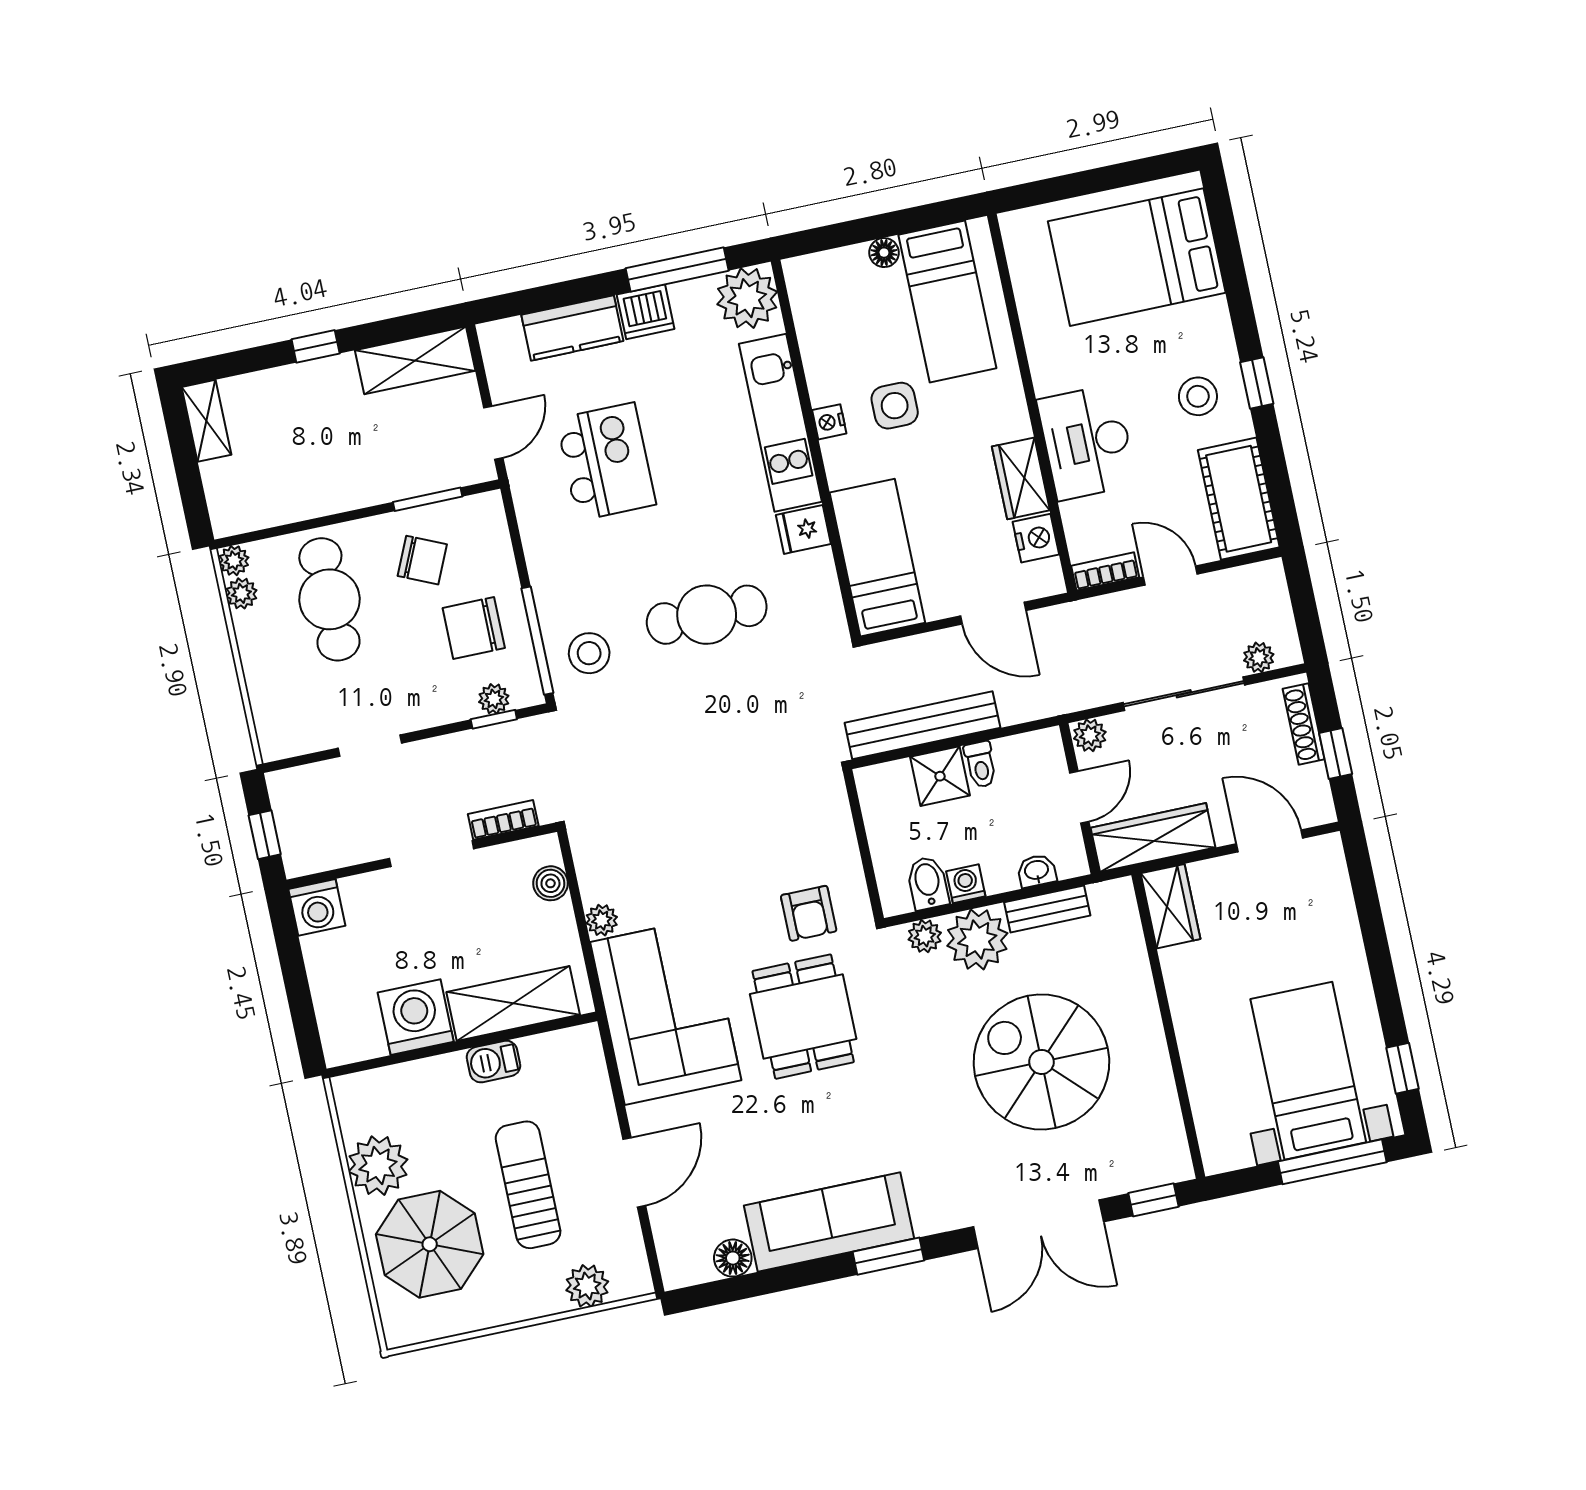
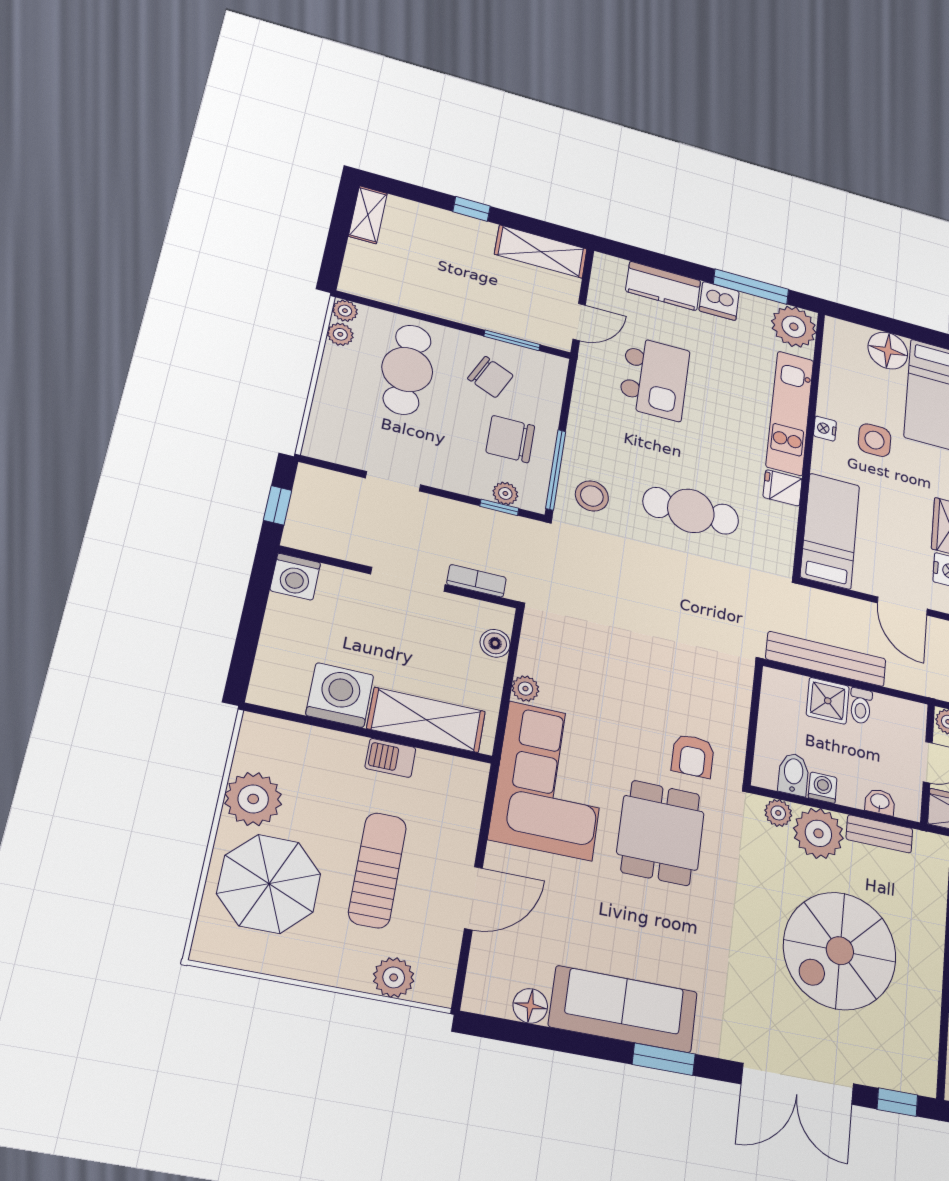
floor lamp: (884, 253) -> (888, 351), width x1.89, depth x1.89
spiral stairs: (1041, 1062) -> (840, 951), turned -90

